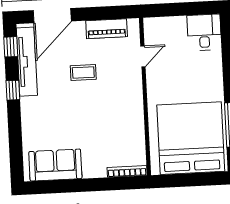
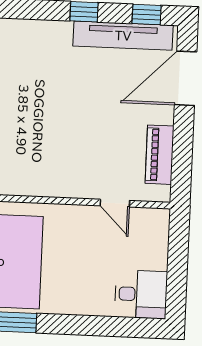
door: (52, 16) -> (186, 78), hinge flipped
coffee table: (83, 73) -> (100, 115), removed

